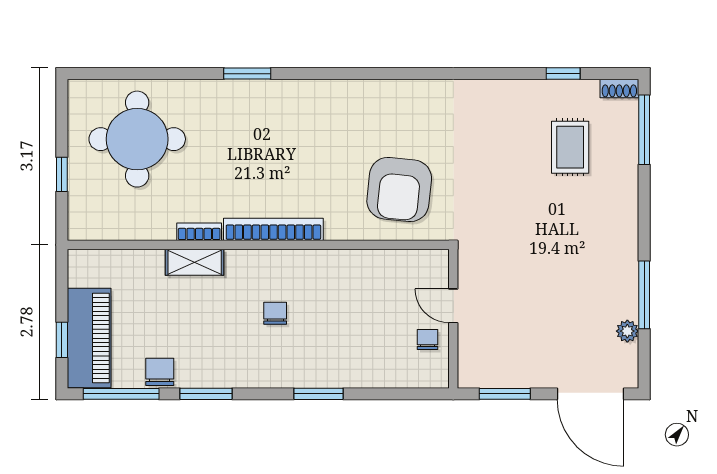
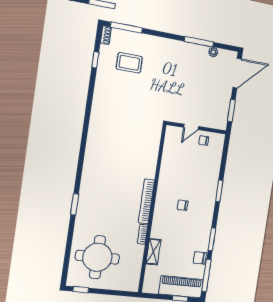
window: (62, 174) -> (81, 290), moved
armchair: (399, 189) -> (137, 143), removed
shelving: (195, 262) -> (153, 252), moved

